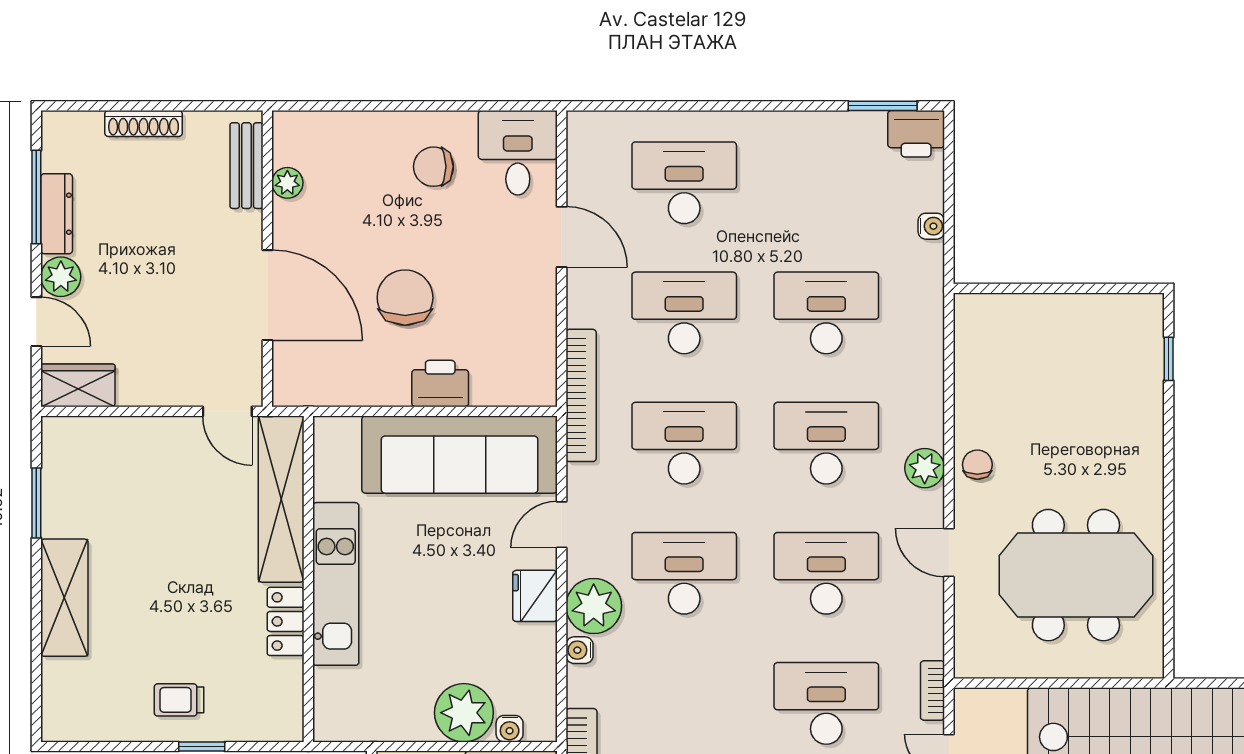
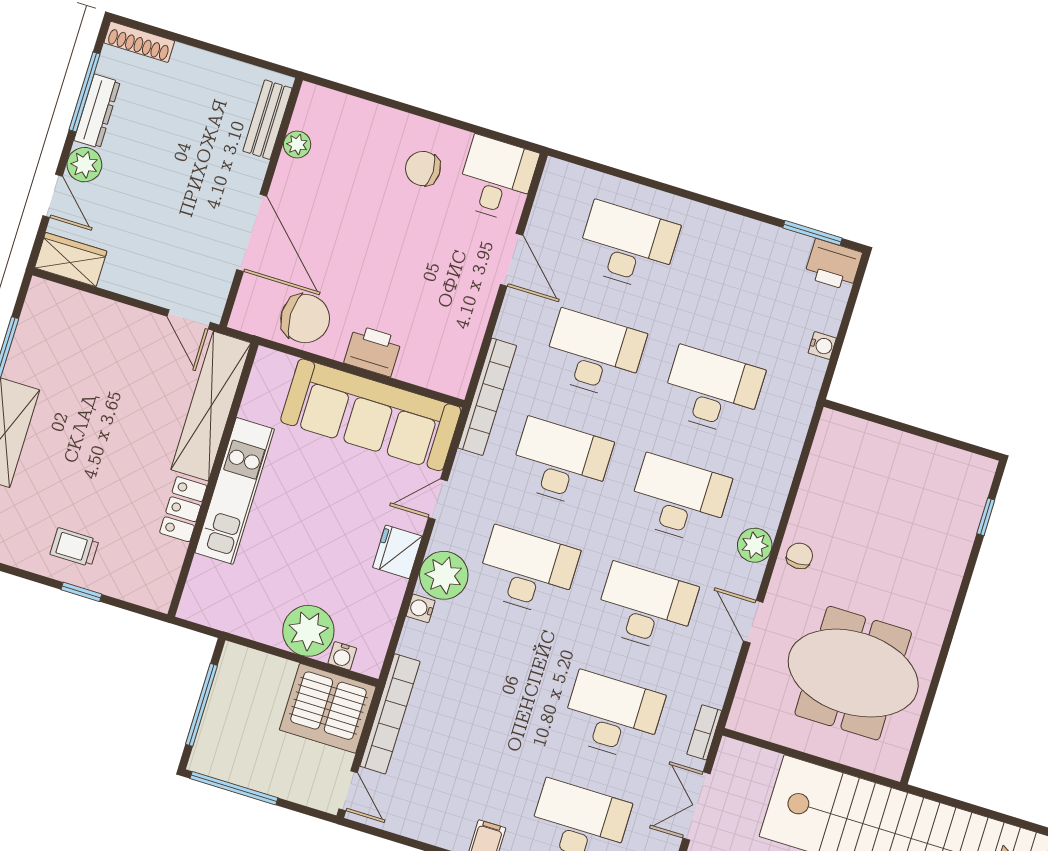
shoe rack: (144, 124) -> (139, 42), moved
chair: (405, 298) -> (305, 319), moved, turned 90

